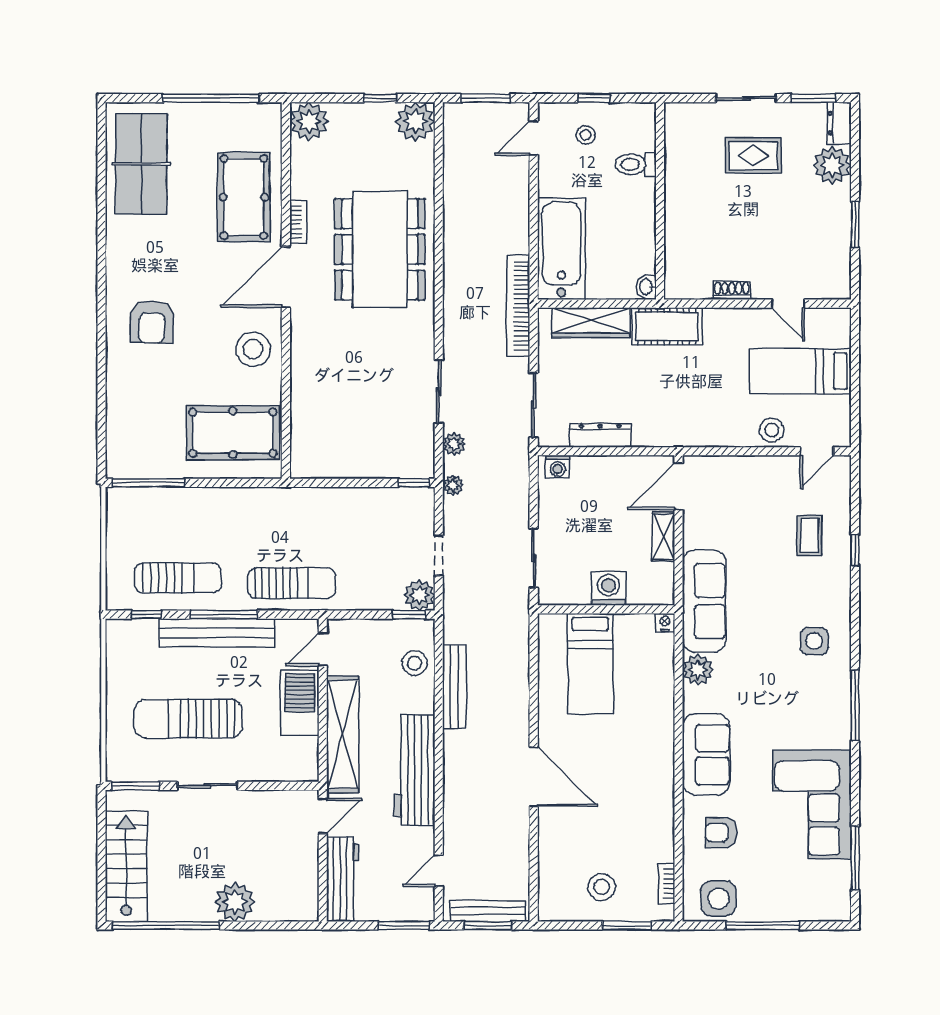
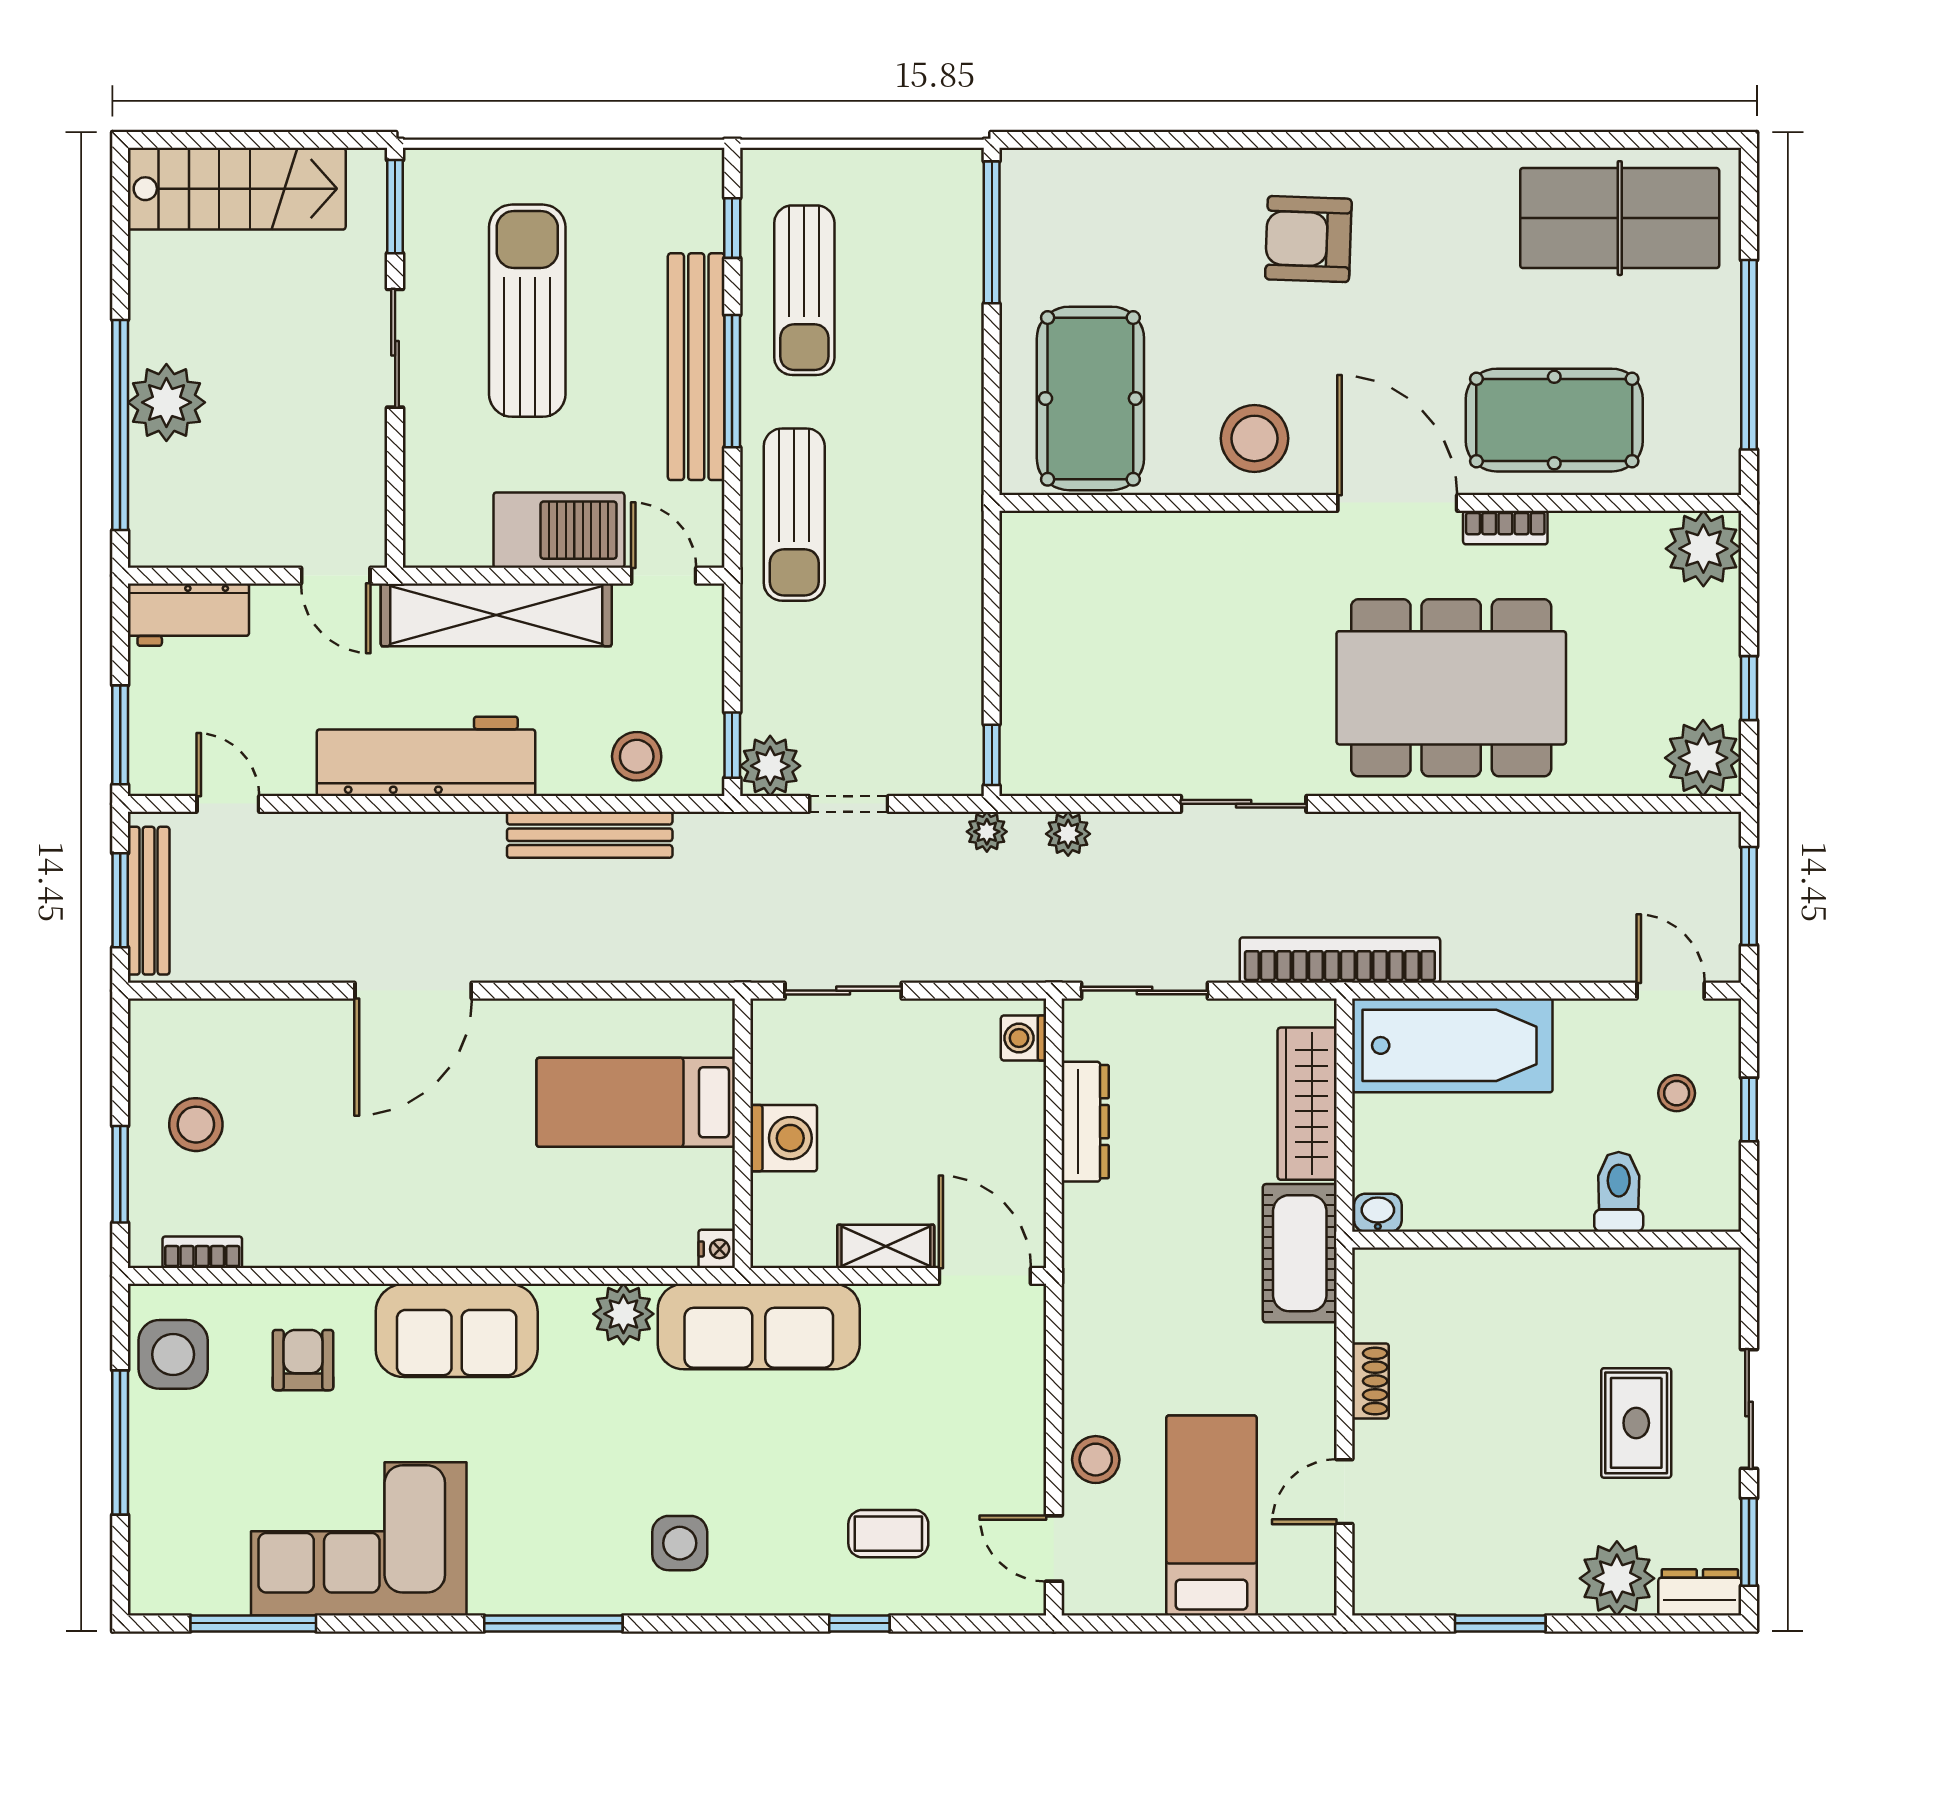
sliding door: (439, 392) -> (1244, 804), moved
workbench: (343, 879) -> (188, 615), width x0.73
window: (166, 925) -> (120, 425), moved

